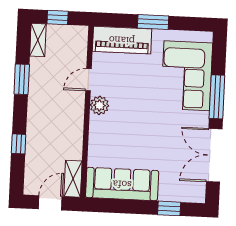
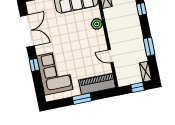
door: (88, 80) -> (111, 56), swing flipped
window: (217, 97) -> (34, 65), width x0.46
plant: (99, 105) -> (97, 24), moved

